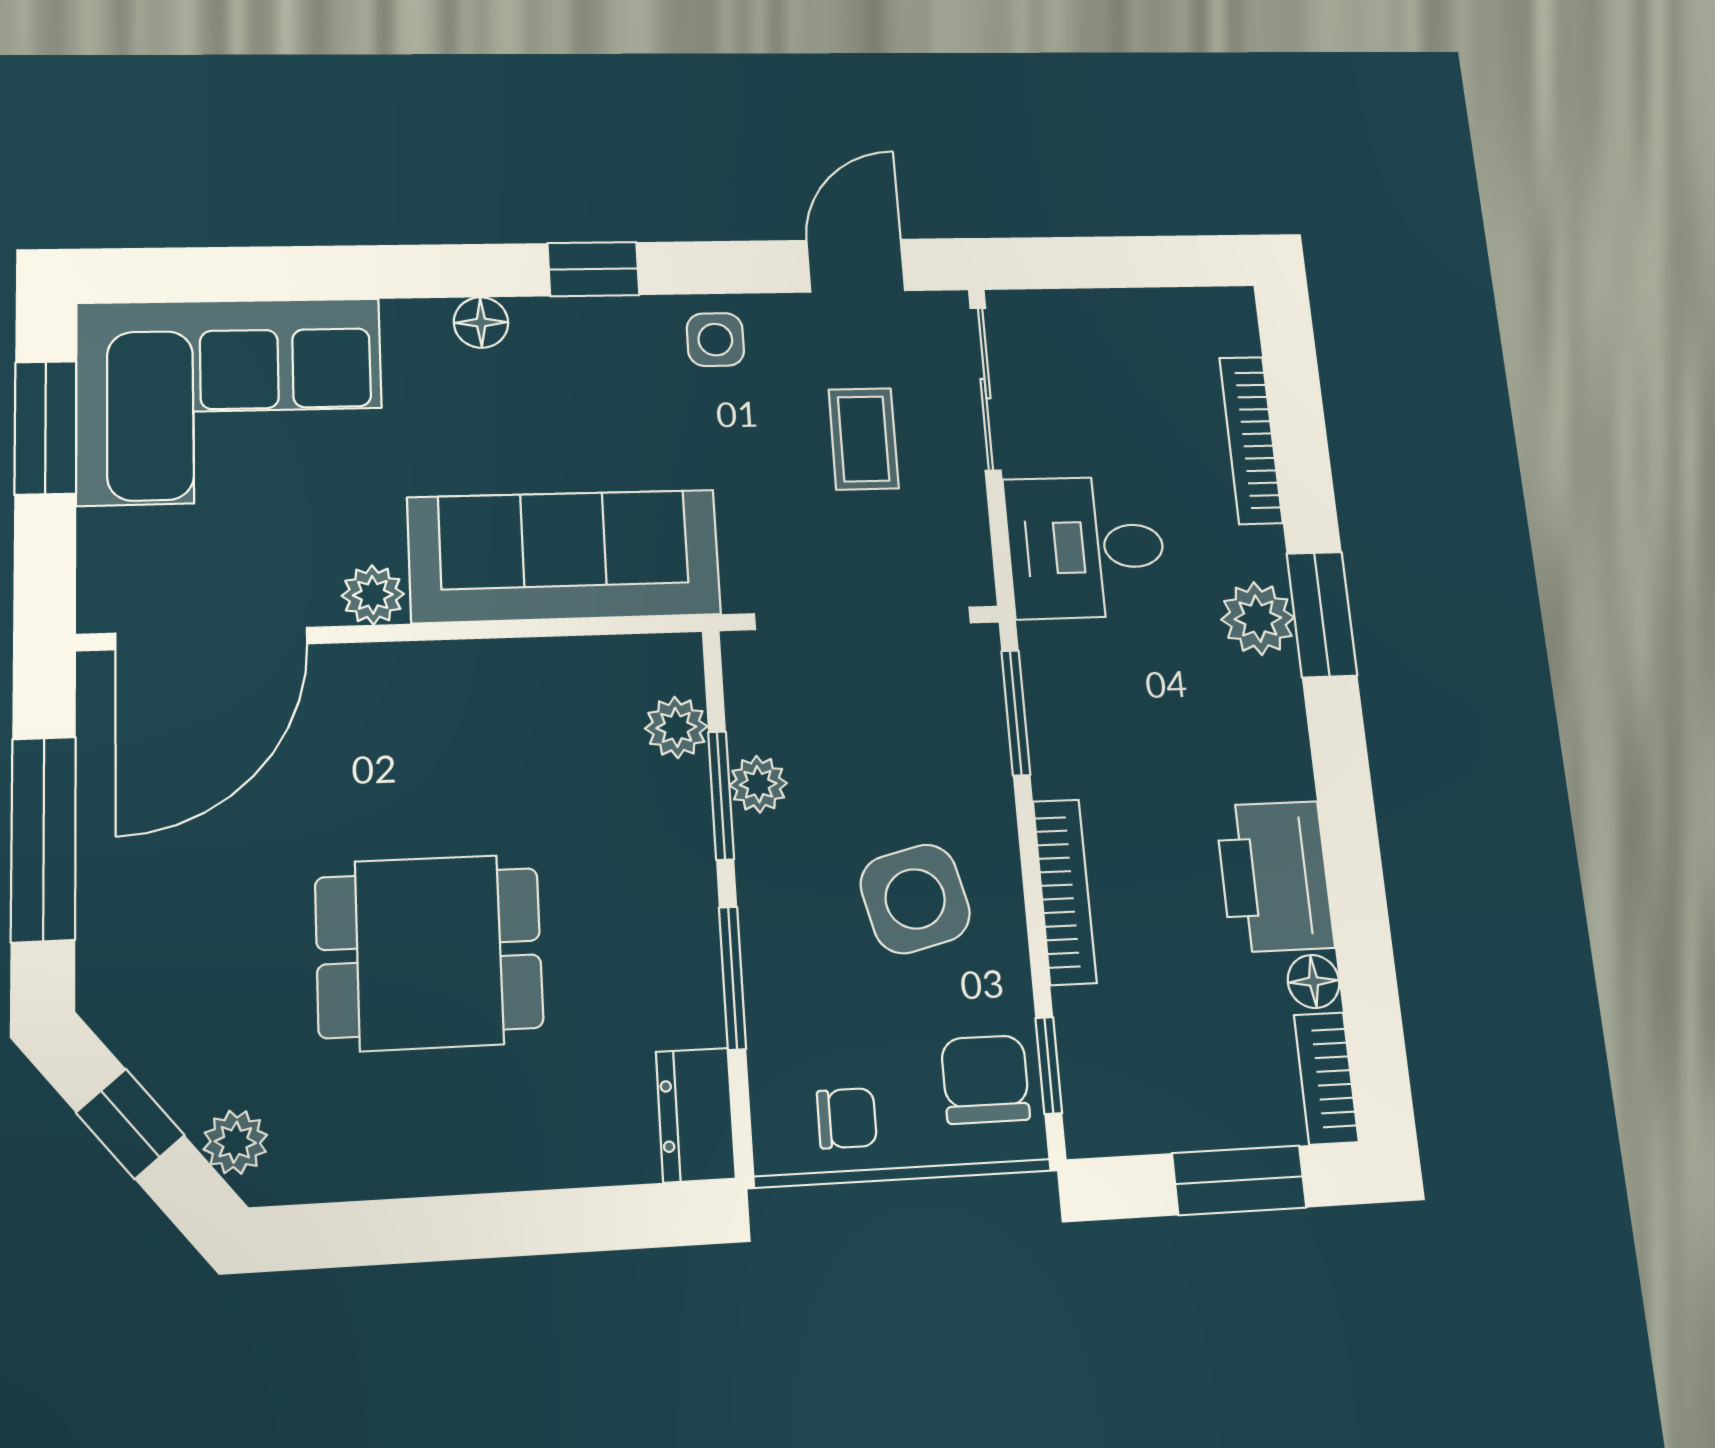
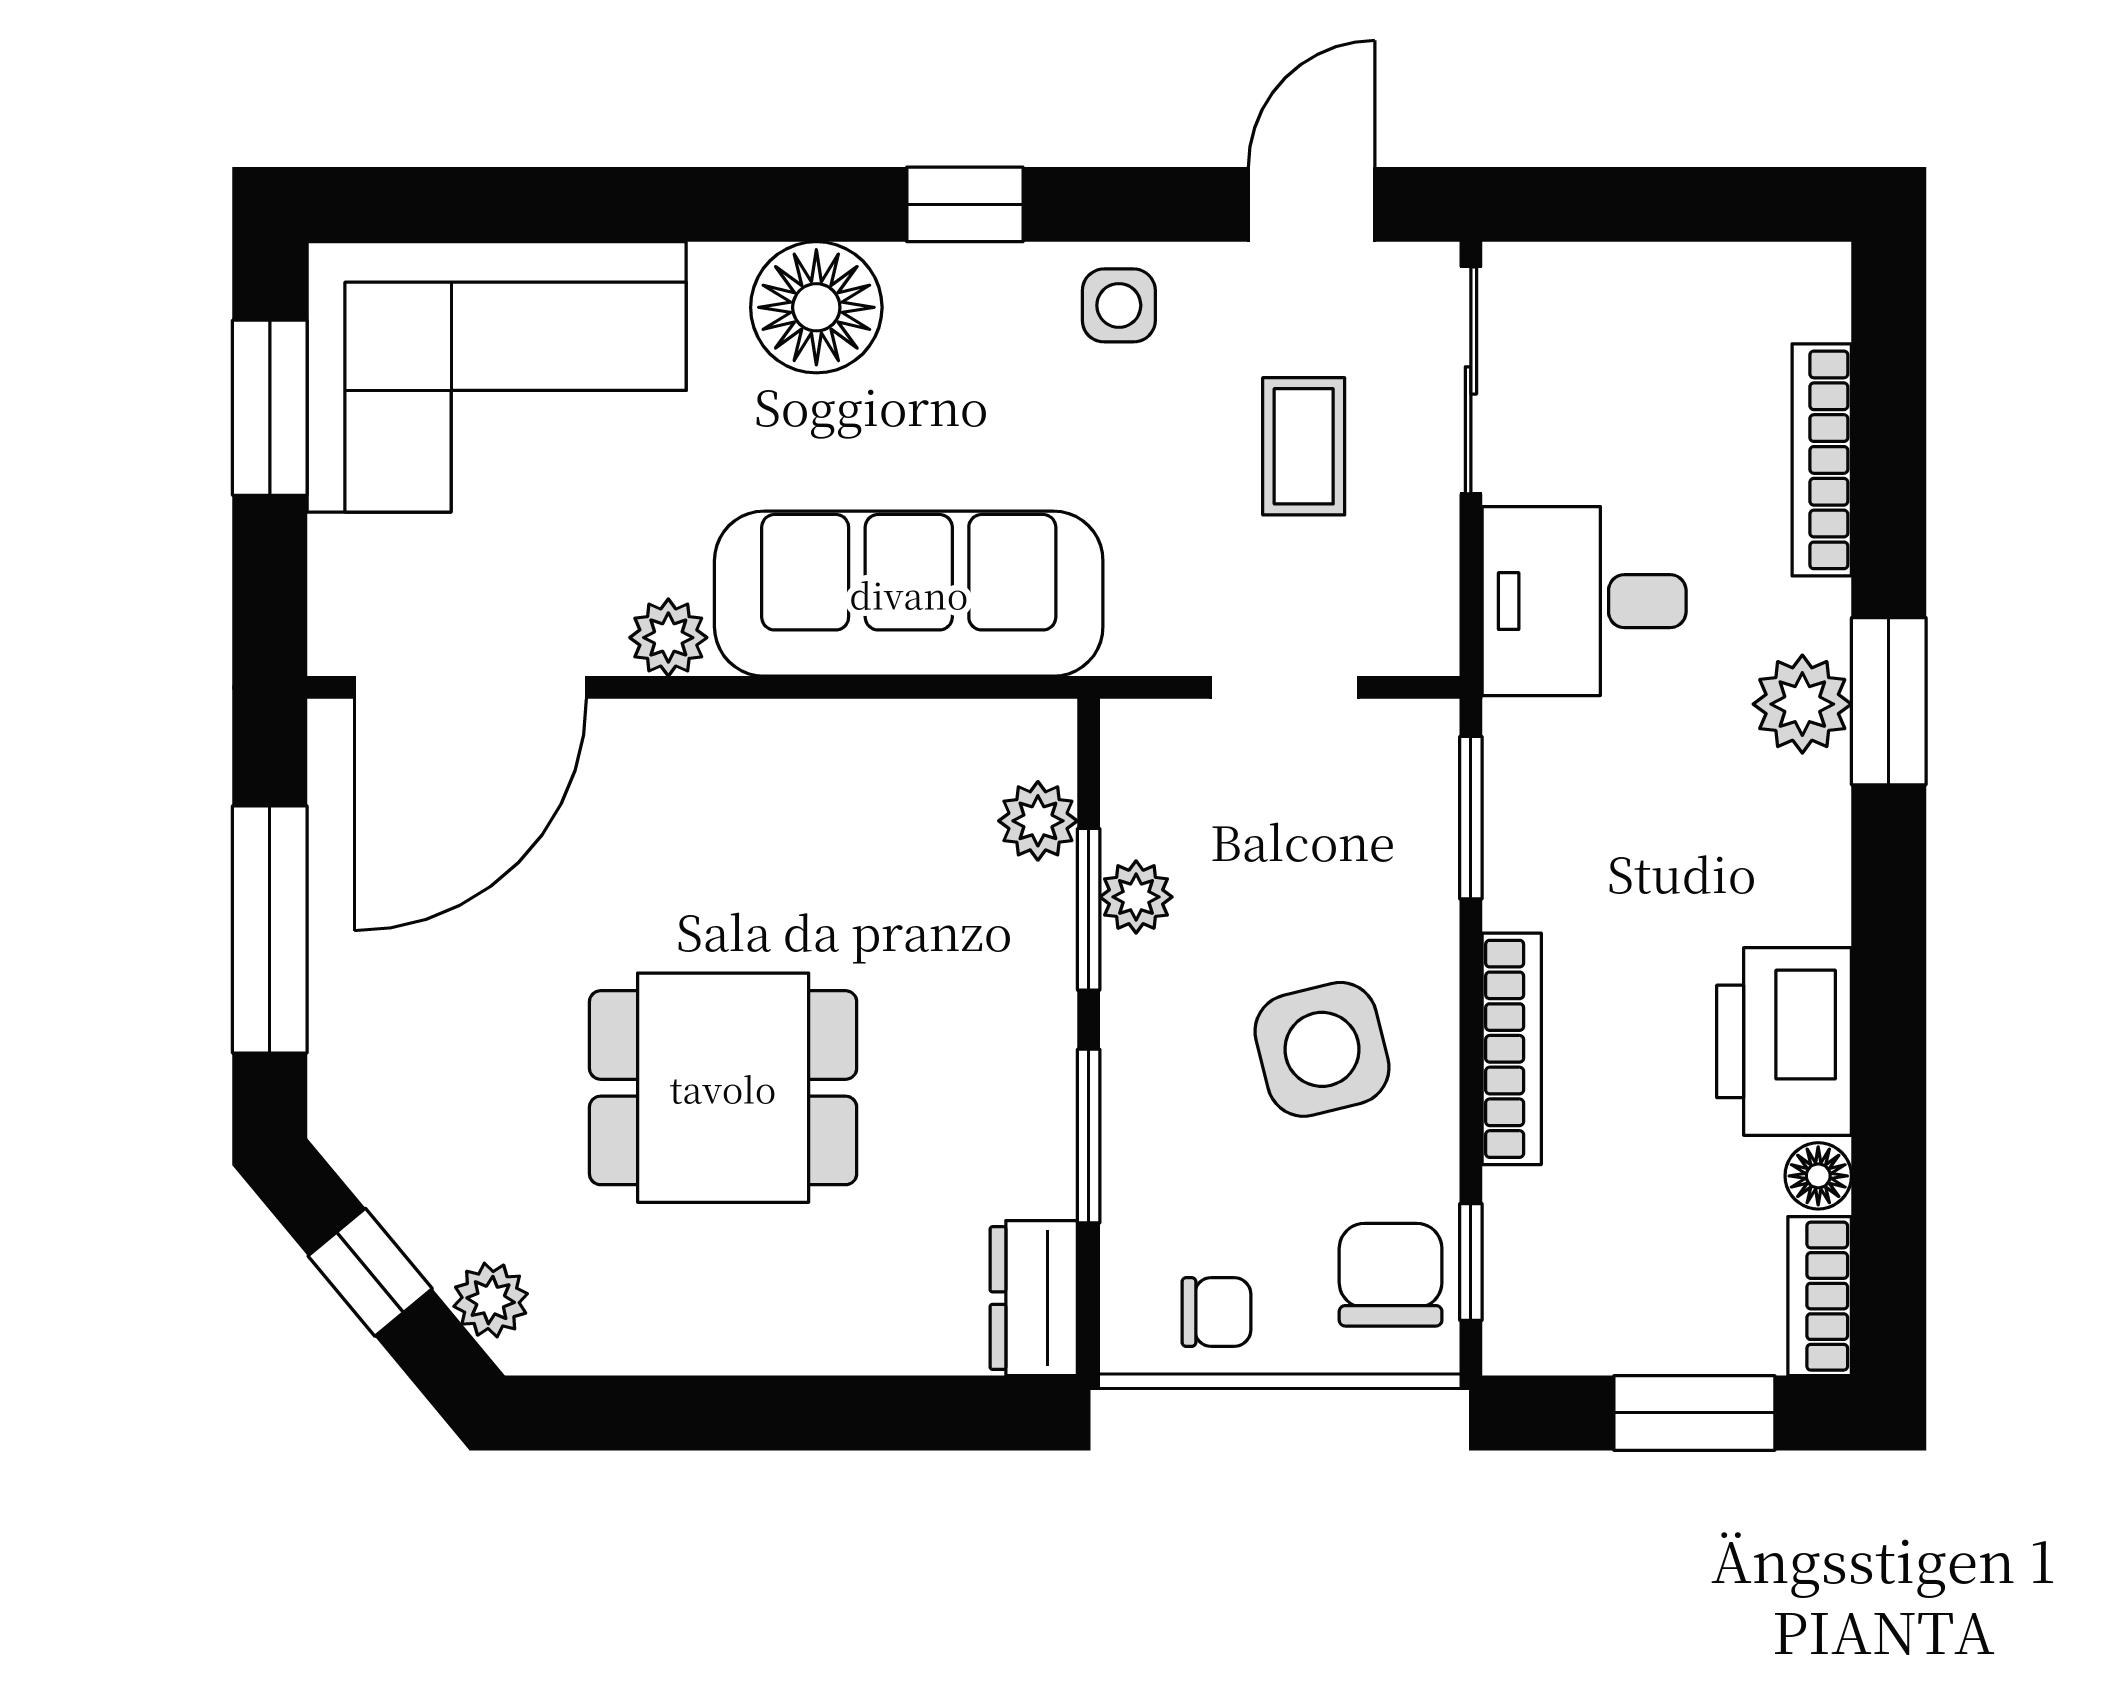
floor lamp: (481, 323) -> (816, 307), width x1.89, depth x1.89
doorway: (863, 618) -> (1284, 687), width x0.53

